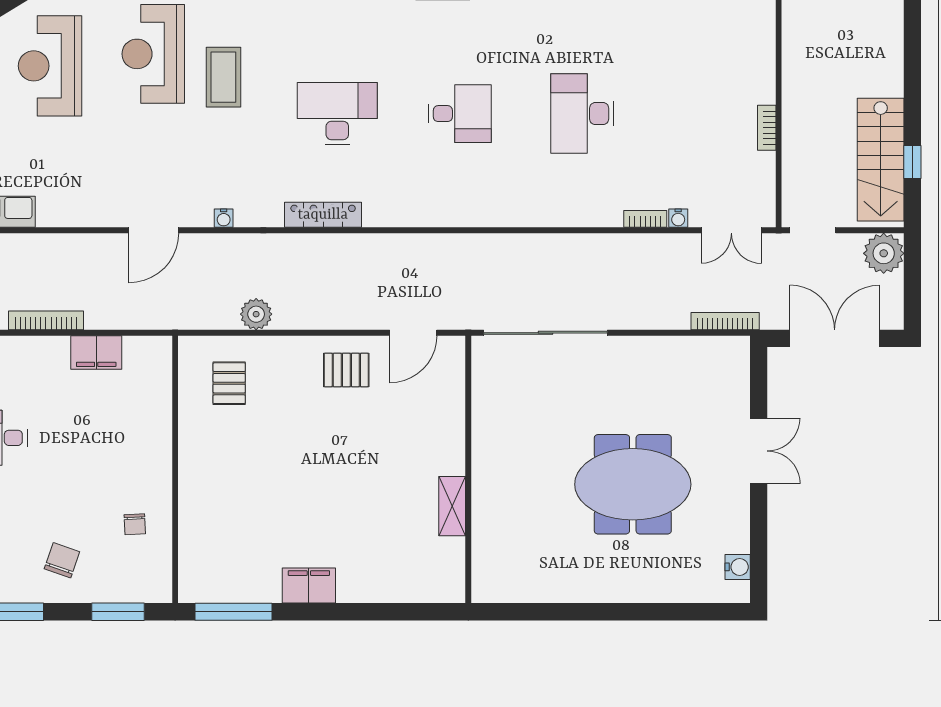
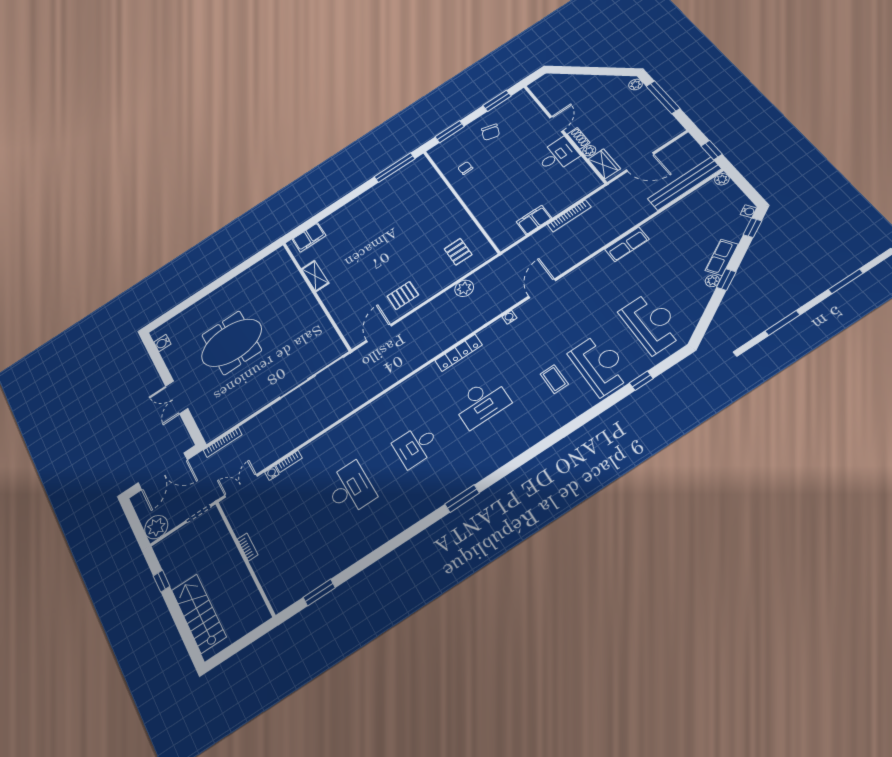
coffee table: (223, 77) -> (554, 379), width x0.73, depth x0.77
stairs: (881, 160) -> (199, 613), moved
filing cabinet: (309, 585) -> (309, 237), moved

